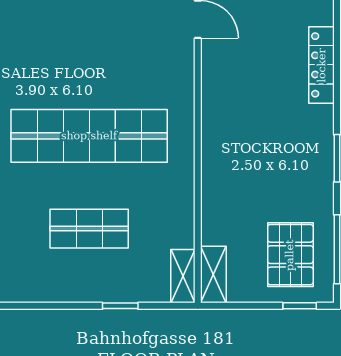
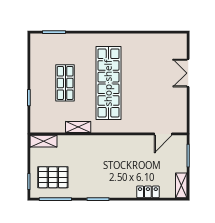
locker: (322, 65) -> (148, 192), width x0.66
shelving: (183, 276) -> (78, 127), moved

